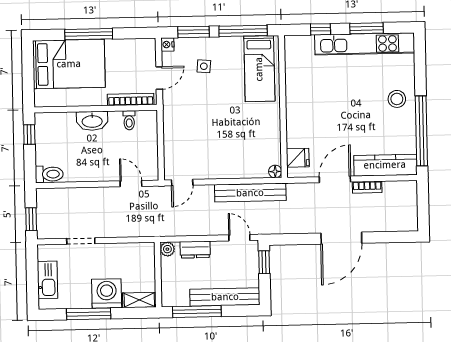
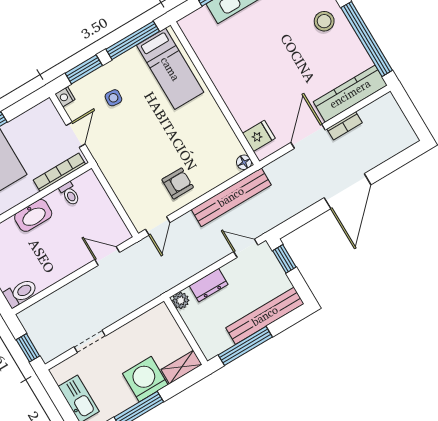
armchair: (216, 159) -> (178, 183), added

